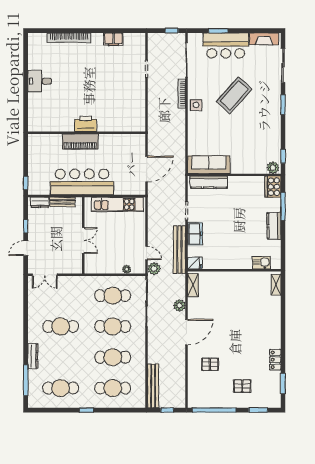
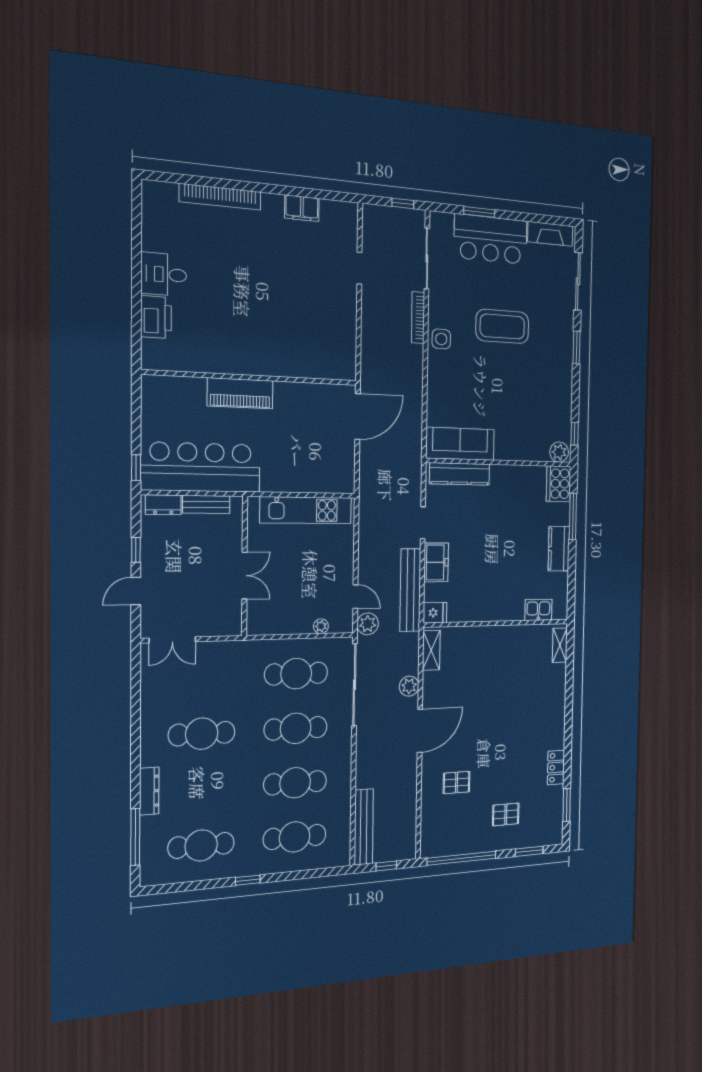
coffee table: (234, 95) -> (502, 326), turned 48
printer: (86, 124) -> (156, 317), moved, turned 90
door: (147, 169) -> (358, 416), moved
bar counter: (82, 182) -> (201, 467), moved

